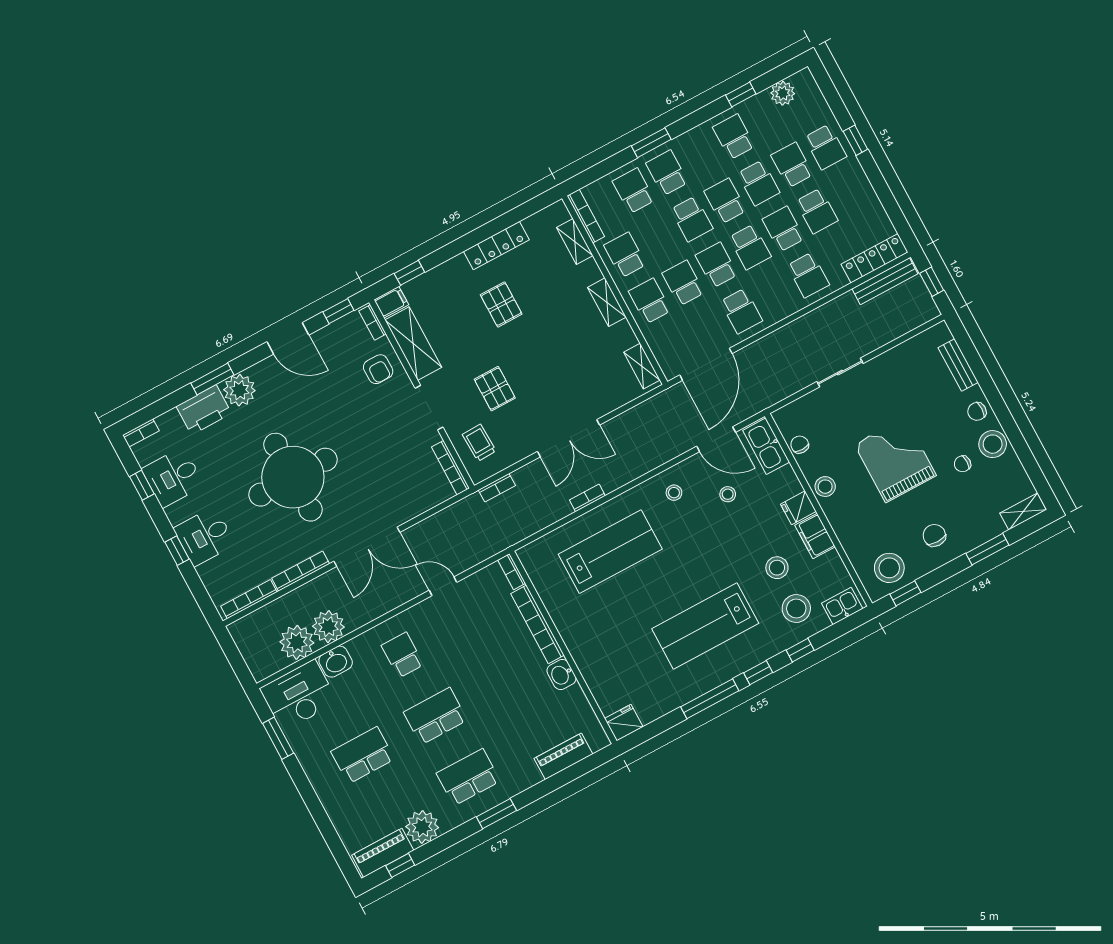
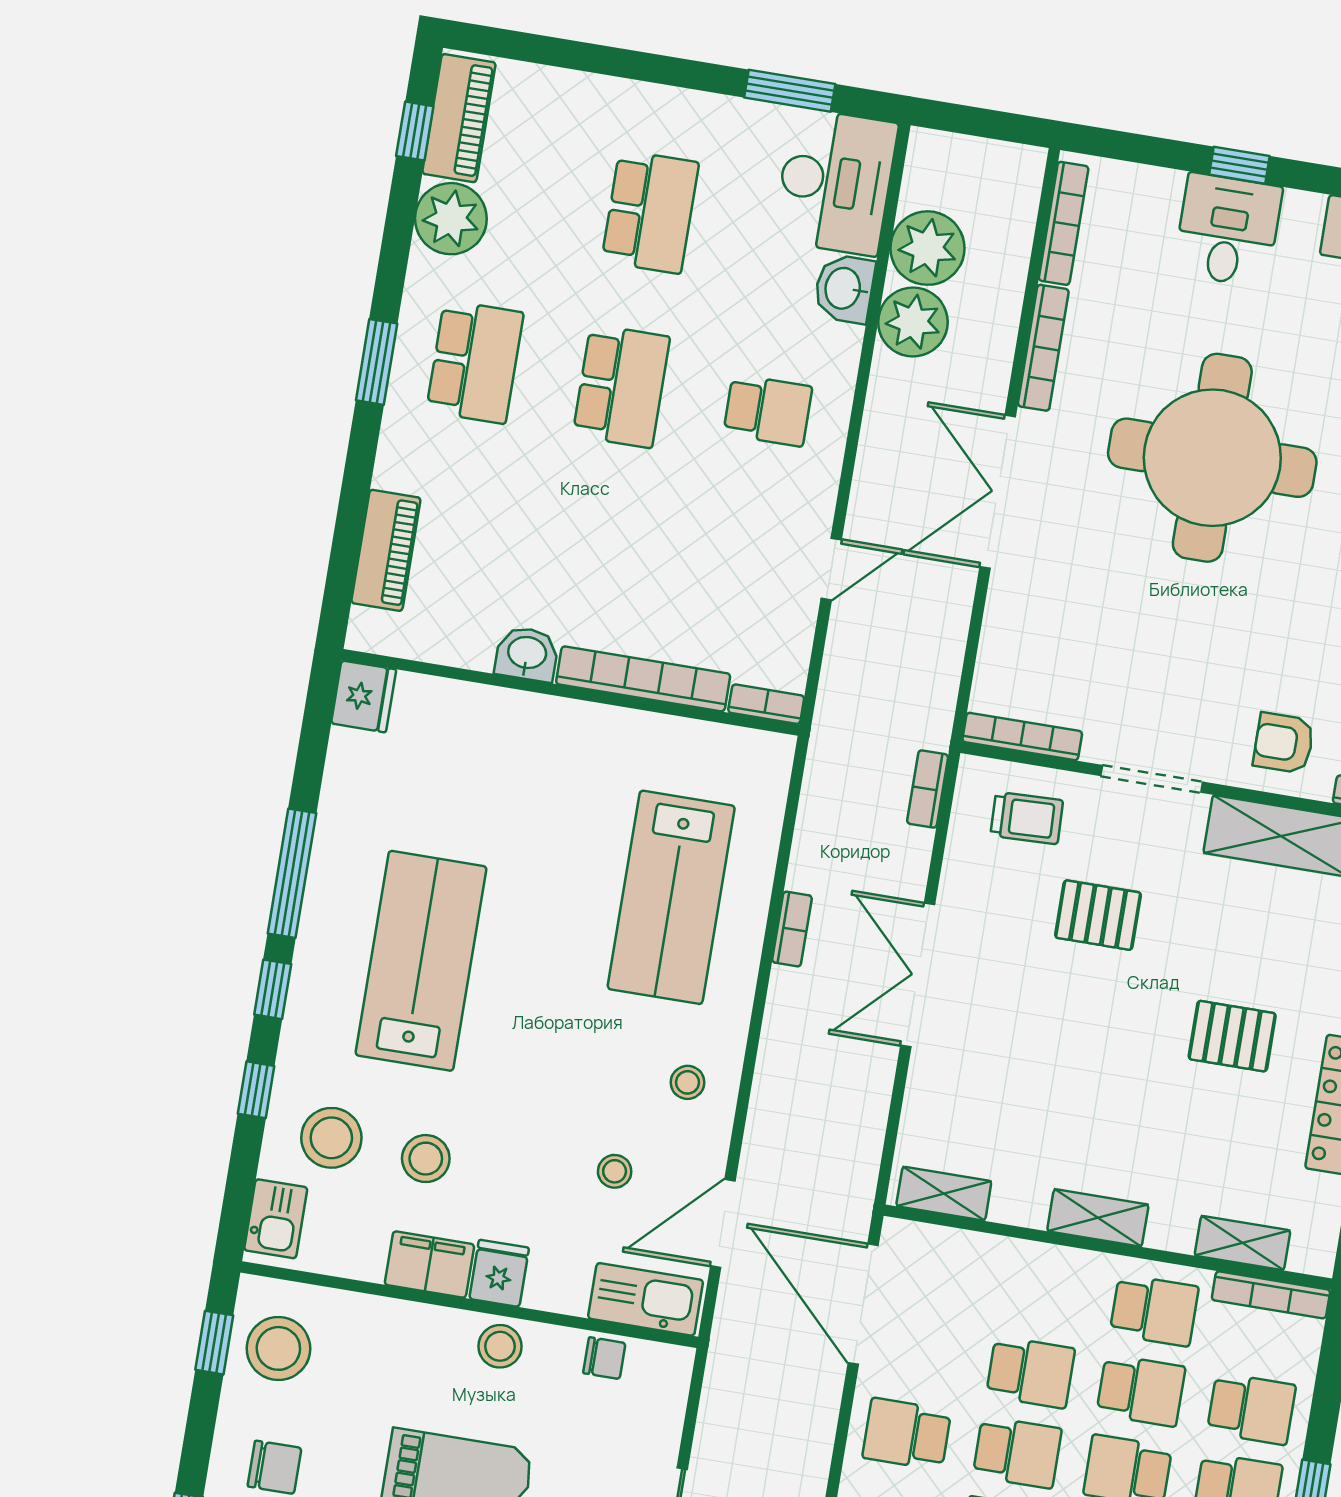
school desk: (650, 301) -> (1141, 1390), moved

